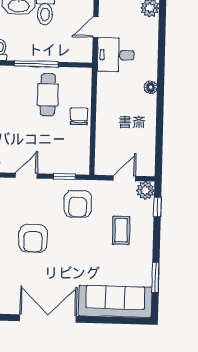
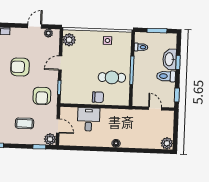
desk: (116, 55) -> (89, 119), moved
door: (26, 176) -> (60, 63), swing flipped
armchair: (78, 204) -> (42, 96), turned -90

